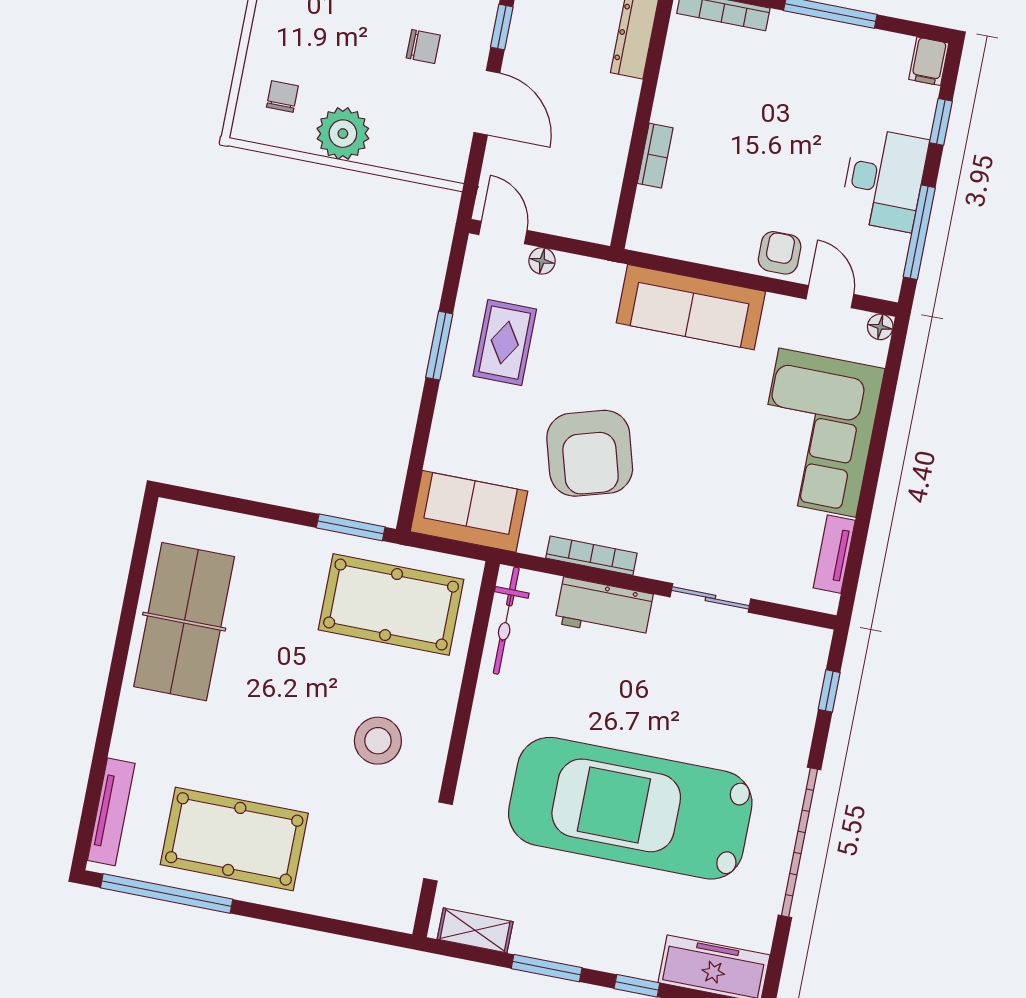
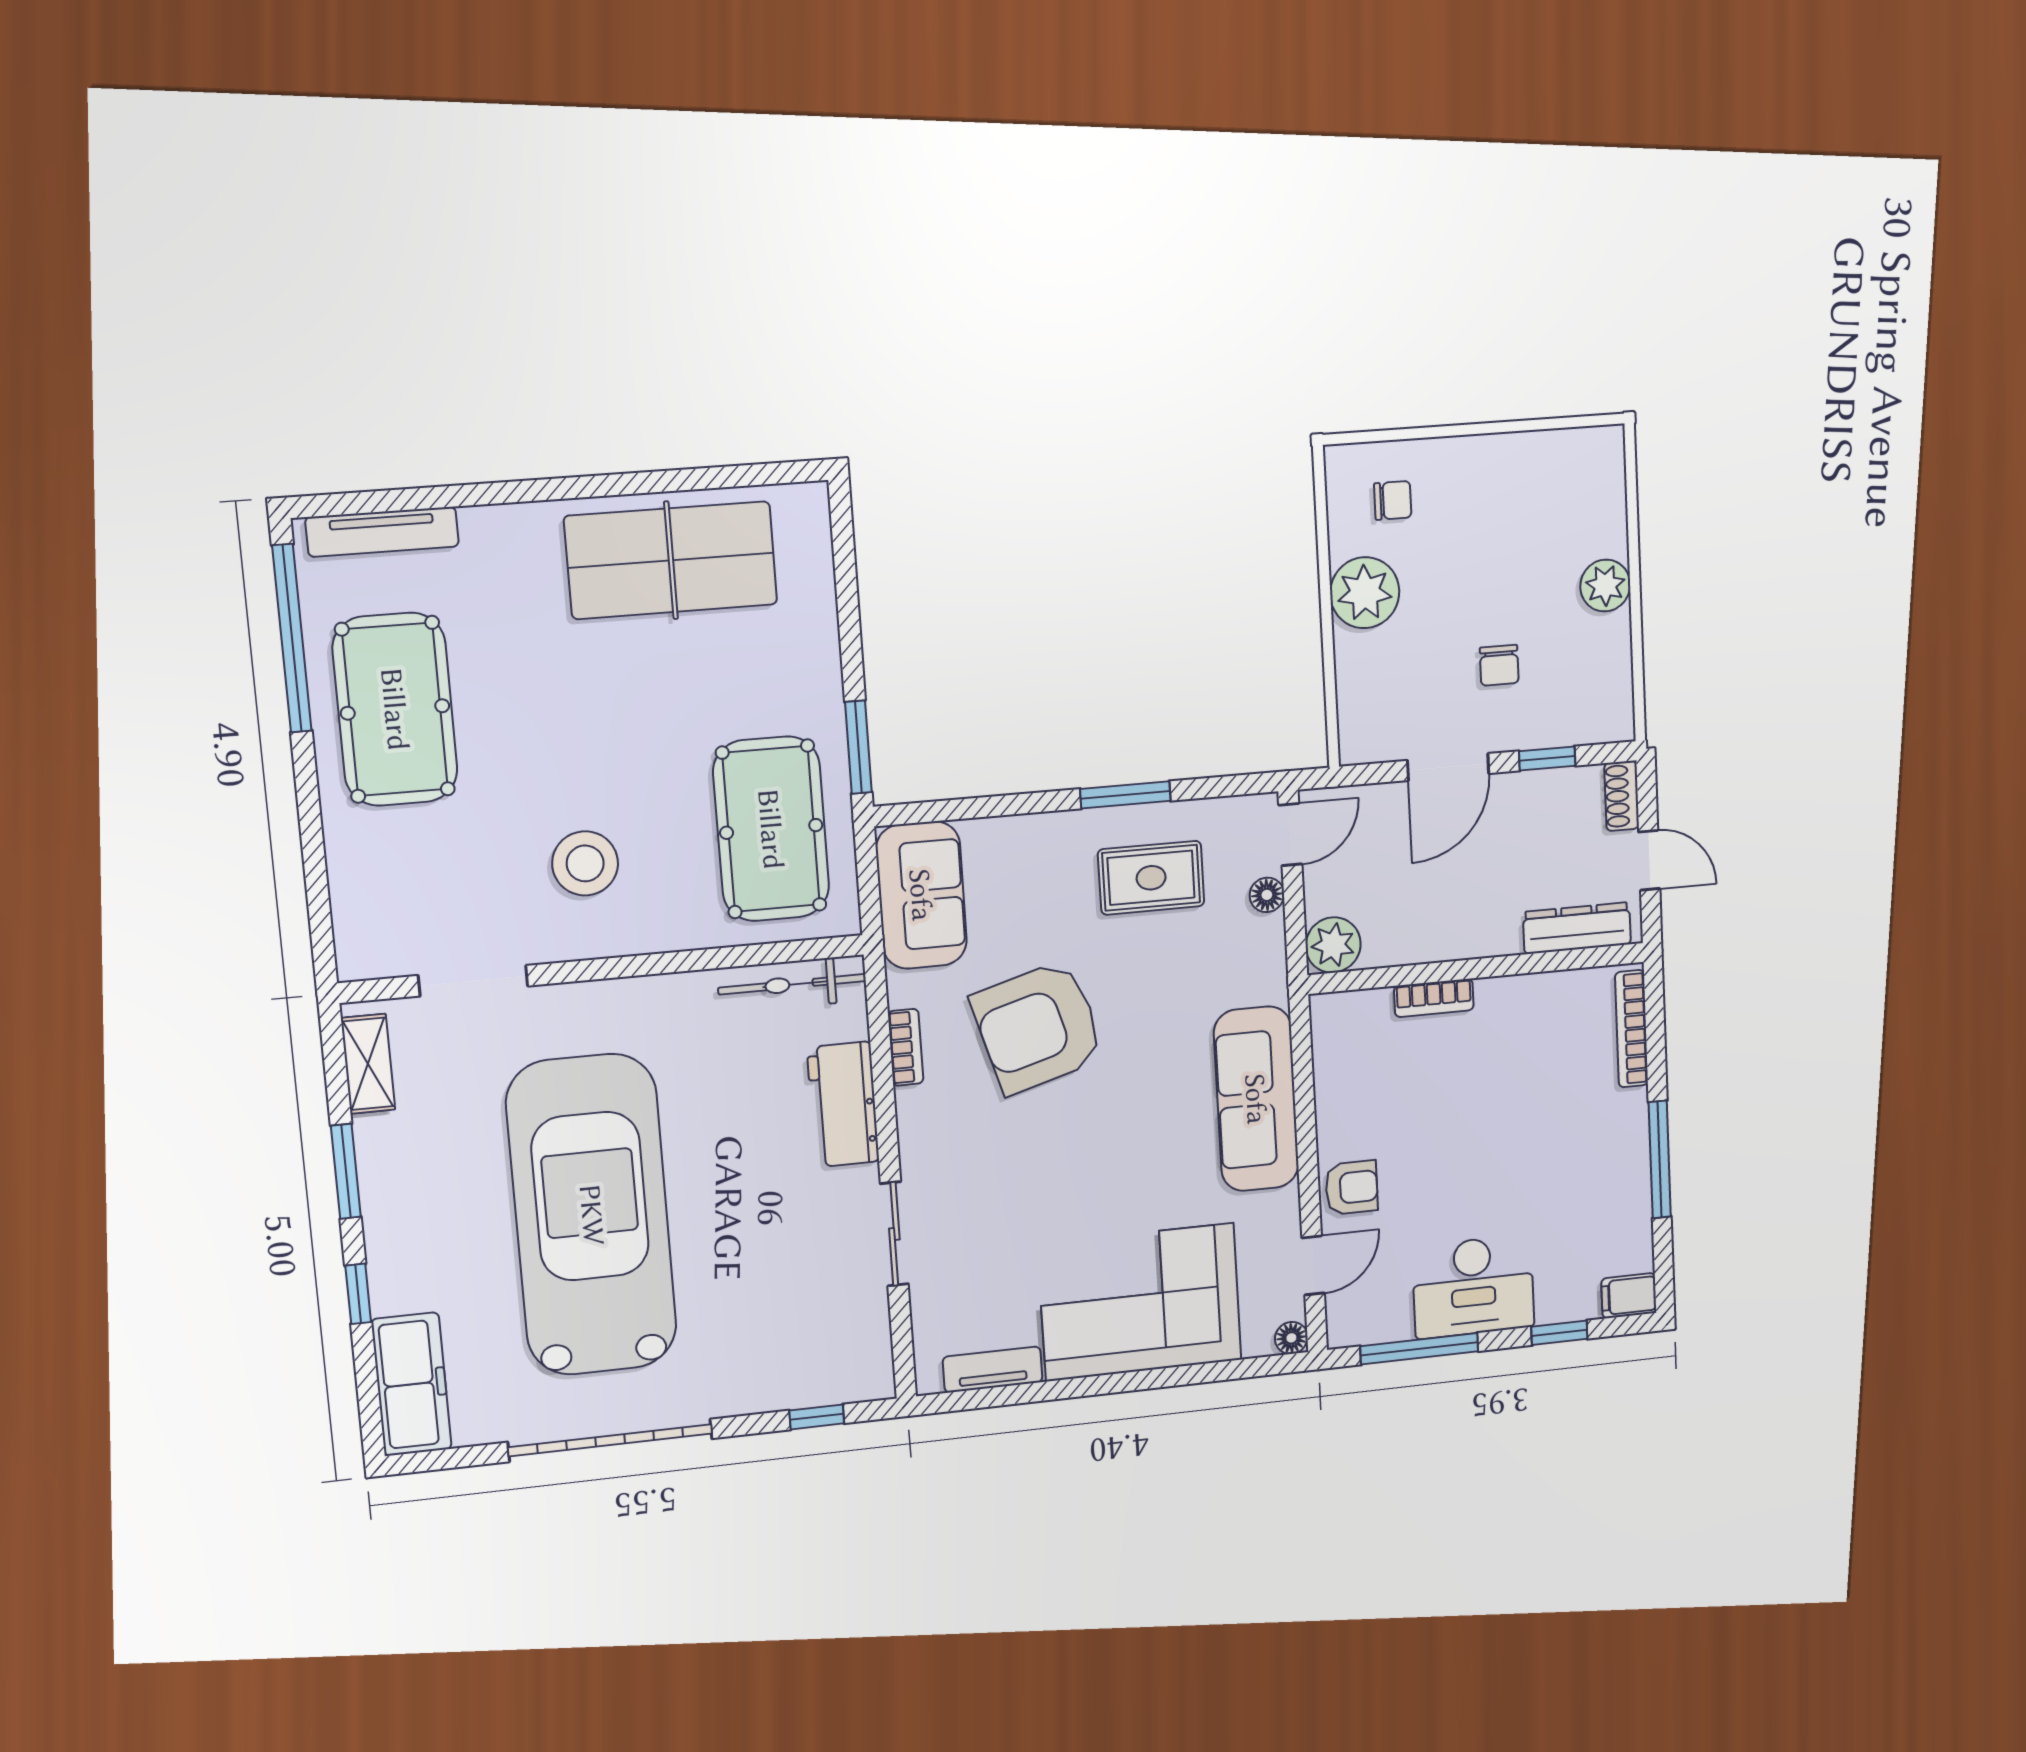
plant: (593, 221) -> (1333, 945), added
bookcase: (591, 556) -> (906, 1047), width x0.64

